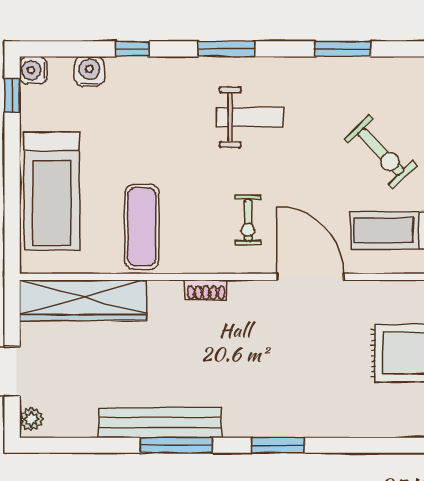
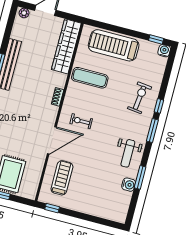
window: (132, 49) -> (159, 106), moved
water cooler: (89, 71) -> (129, 185), moved
weight bench: (250, 117) -> (128, 153), moved
exercise bike: (381, 152) -> (140, 98), moved, turned 141

